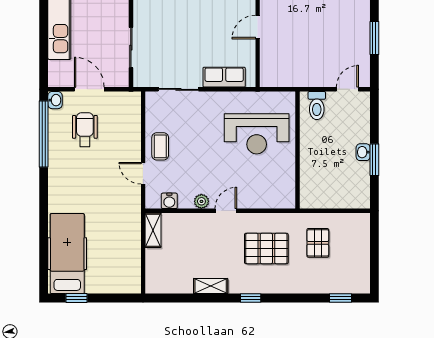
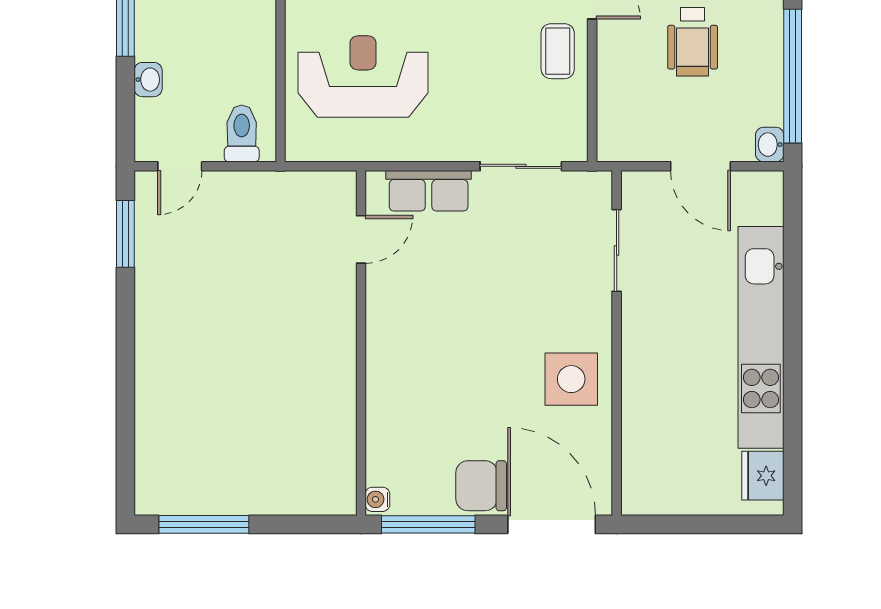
door: (258, 27) -> (361, 239), moved
window: (374, 38) -> (125, 234), moved
wheelchair: (85, 130) -> (693, 42), moved
washbasin: (363, 152) -> (148, 80), moved

